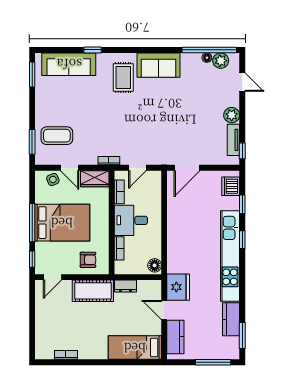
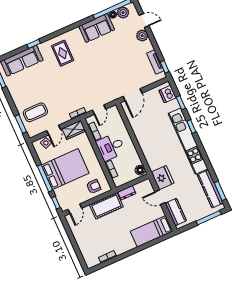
sofa: (159, 65) -> (97, 28), moved
plant: (232, 115) -> (142, 36), moved
door: (70, 168) -> (54, 130), hinge flipped
kitchen counter: (231, 319) -> (210, 189), width x1.50

